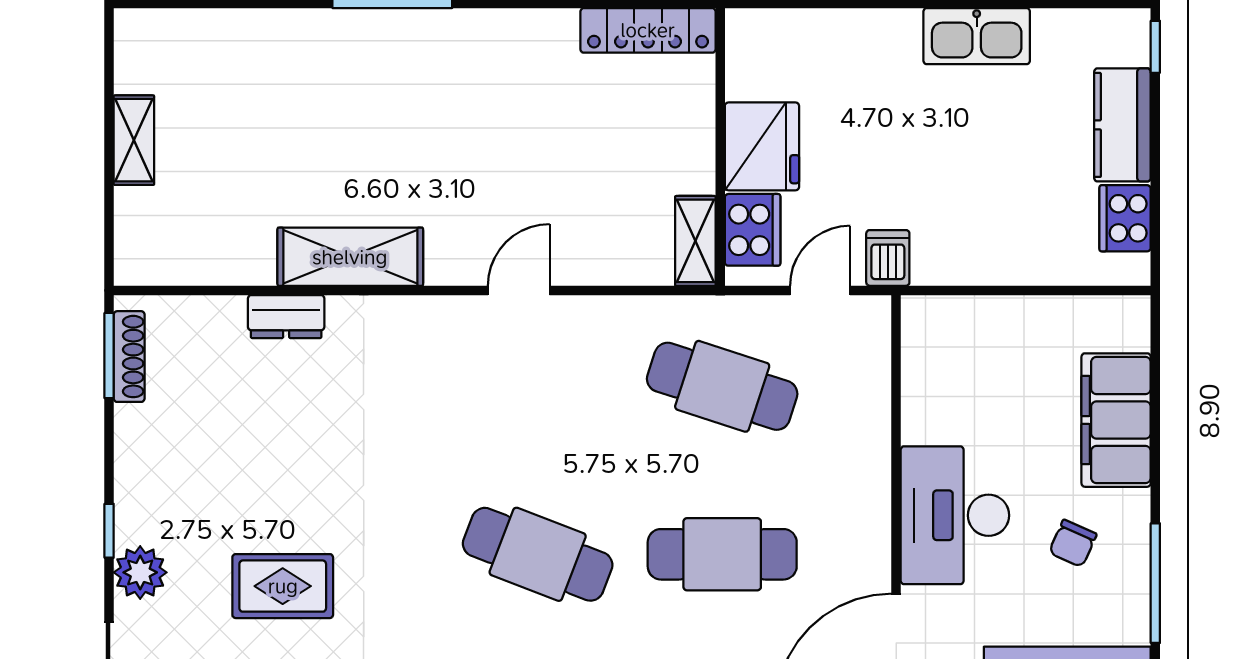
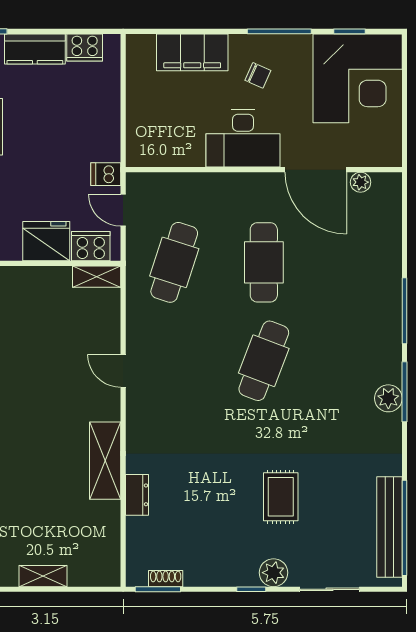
shoe rack: (129, 357) -> (166, 579), width x0.70

